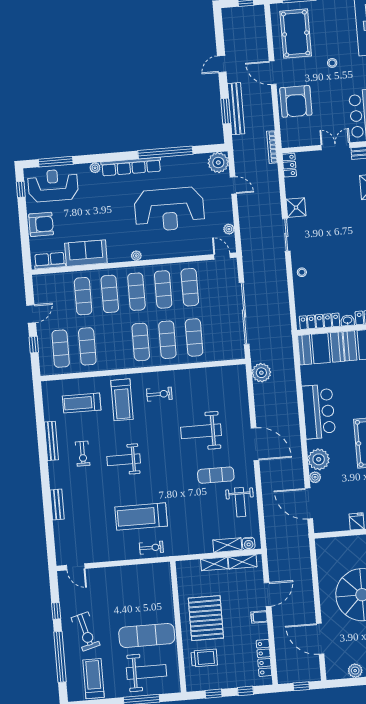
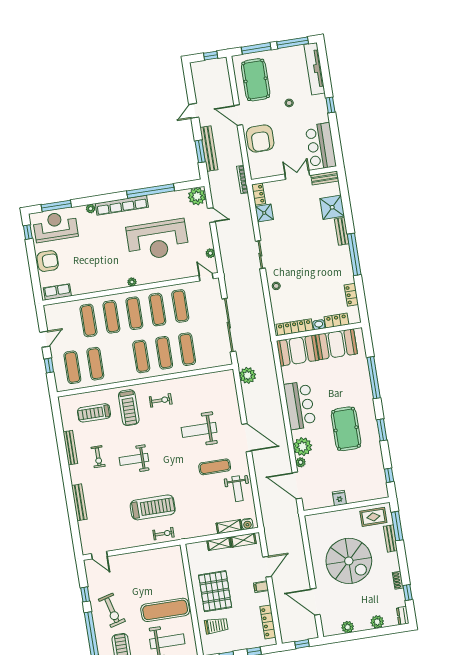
shower: (296, 208) -> (264, 213), moved
sofa: (86, 253) -> (88, 283), removed
bench: (57, 505) -> (79, 502), width x1.36
treadmill: (141, 517) -> (153, 507), turned 180

